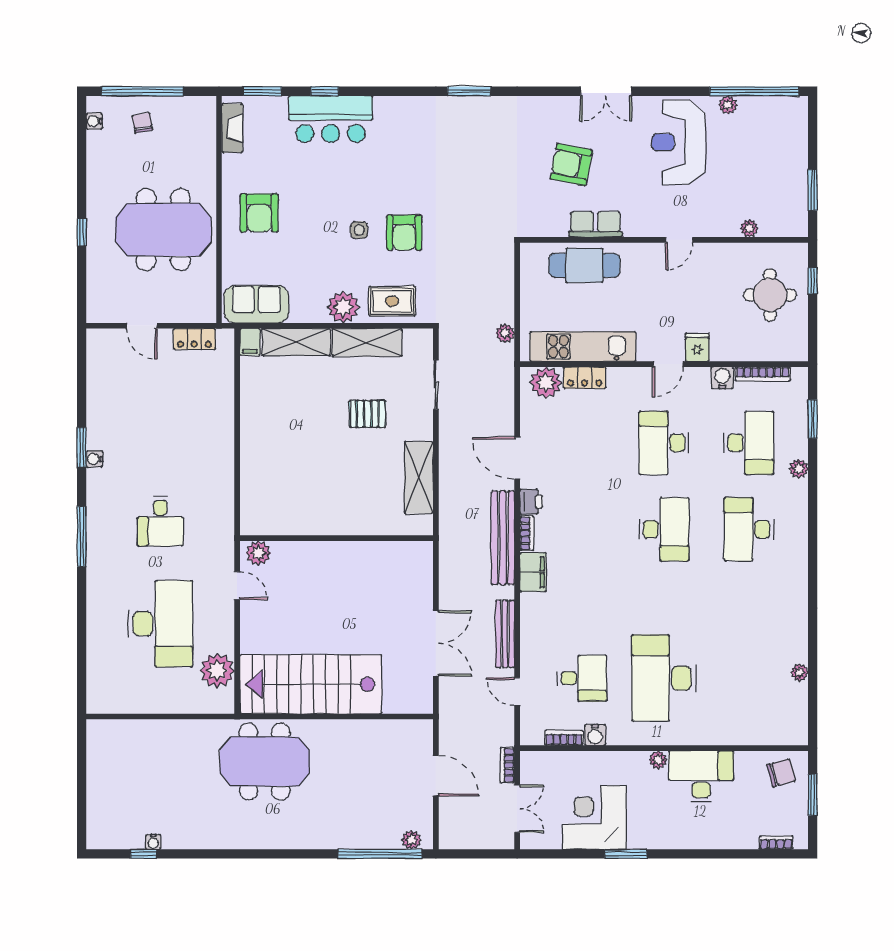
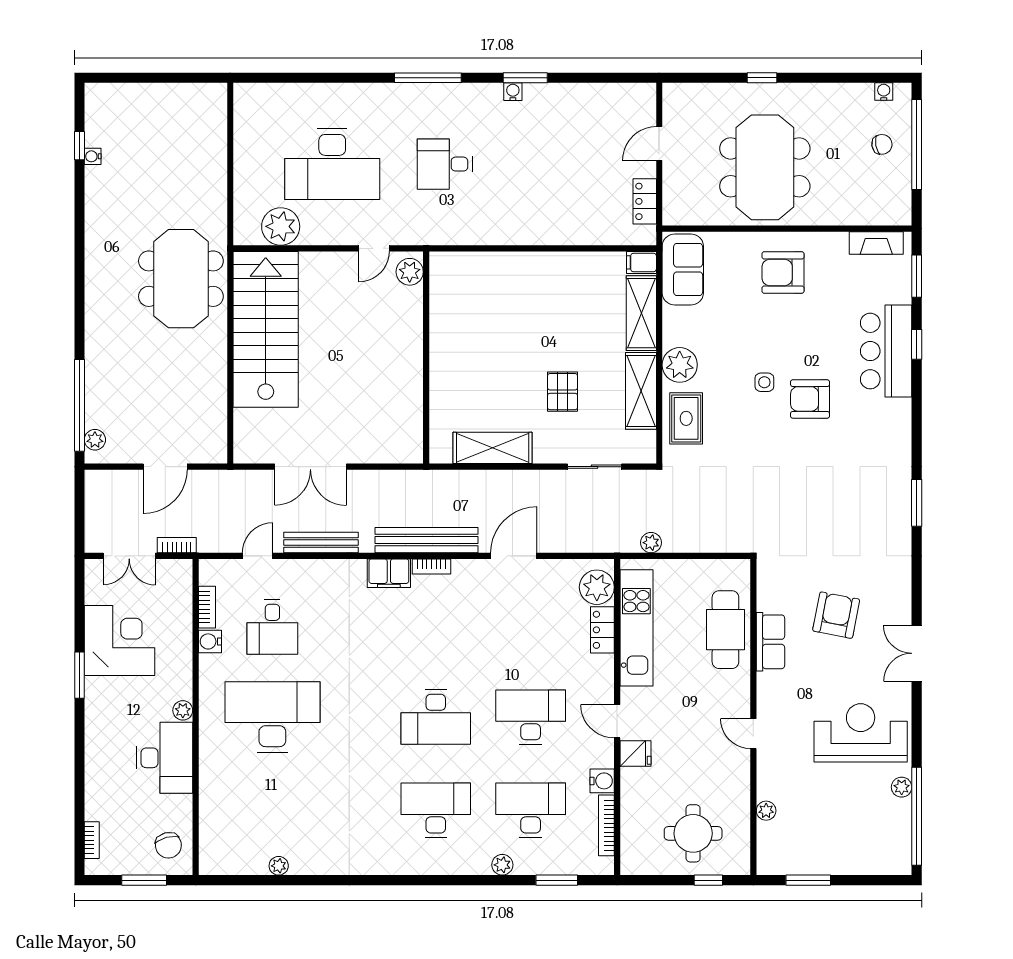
armchair: (404, 233) -> (810, 399), moved
desk: (749, 443) -> (531, 810), turned 180
printer: (531, 502) -> (466, 571), removed

